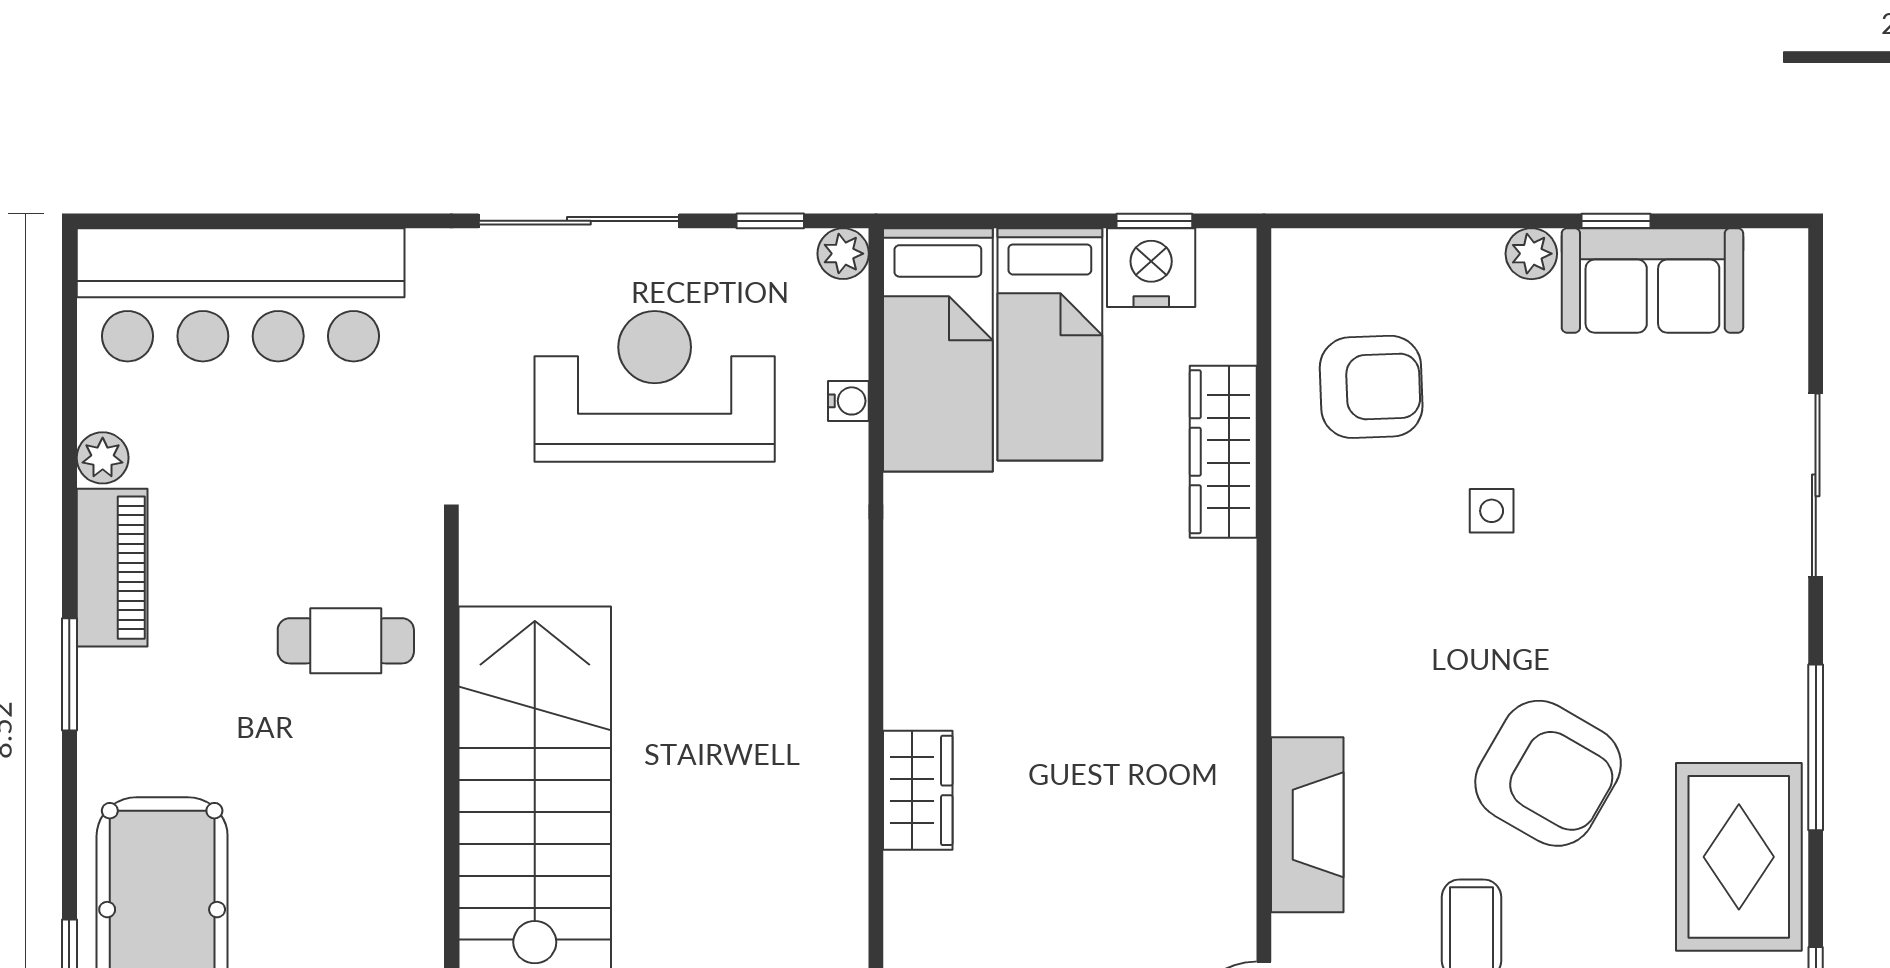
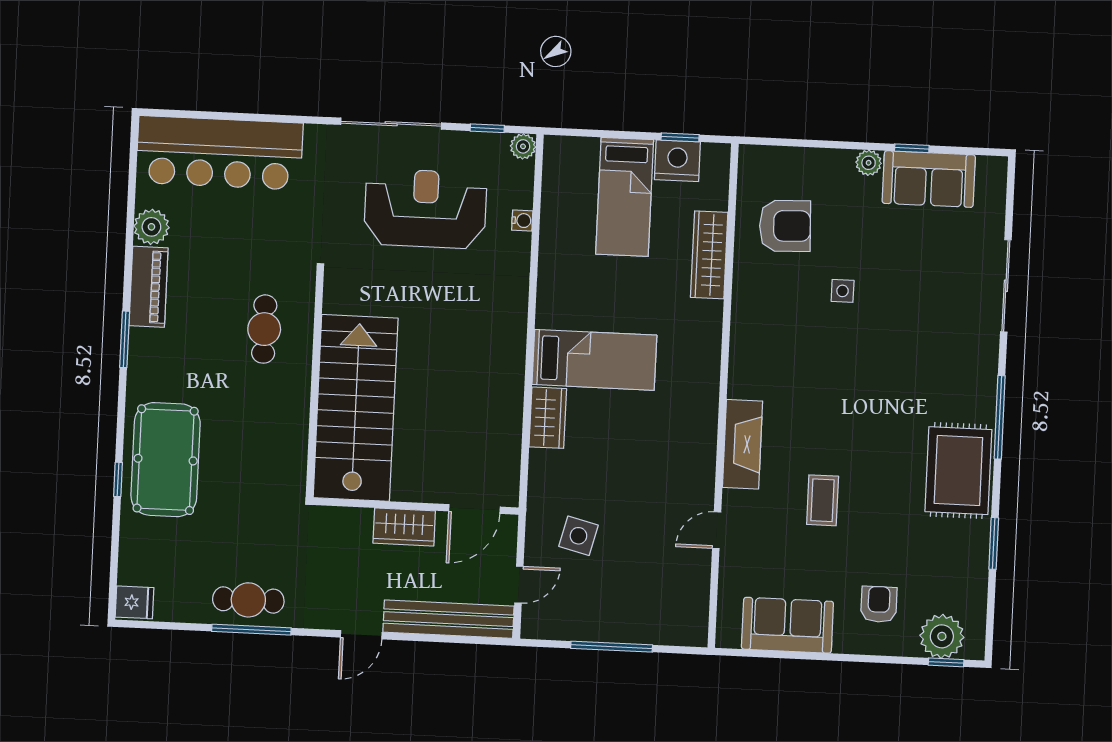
bed: (938, 350) -> (594, 360), moved, turned -90
plant: (103, 458) -> (151, 227), width x1.38, depth x1.38
cafe table: (346, 641) -> (264, 329), turned 90
armchair: (1548, 773) -> (865, 424), removed

